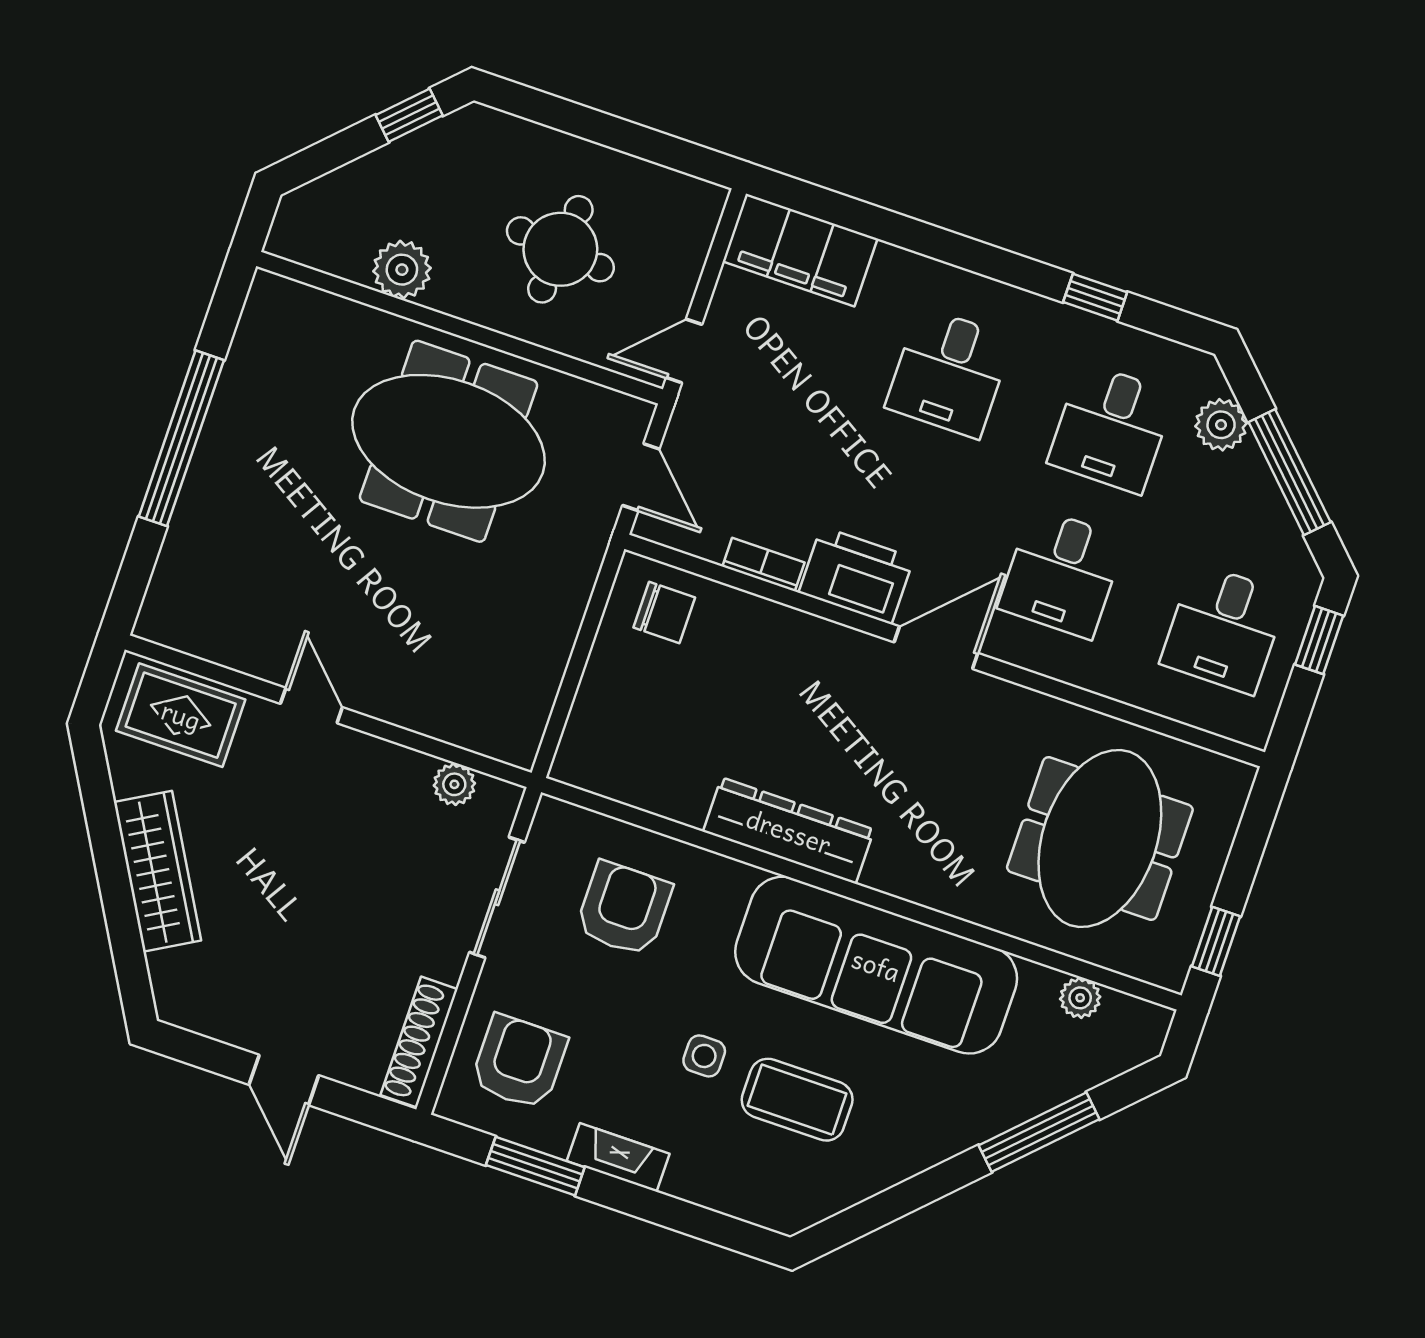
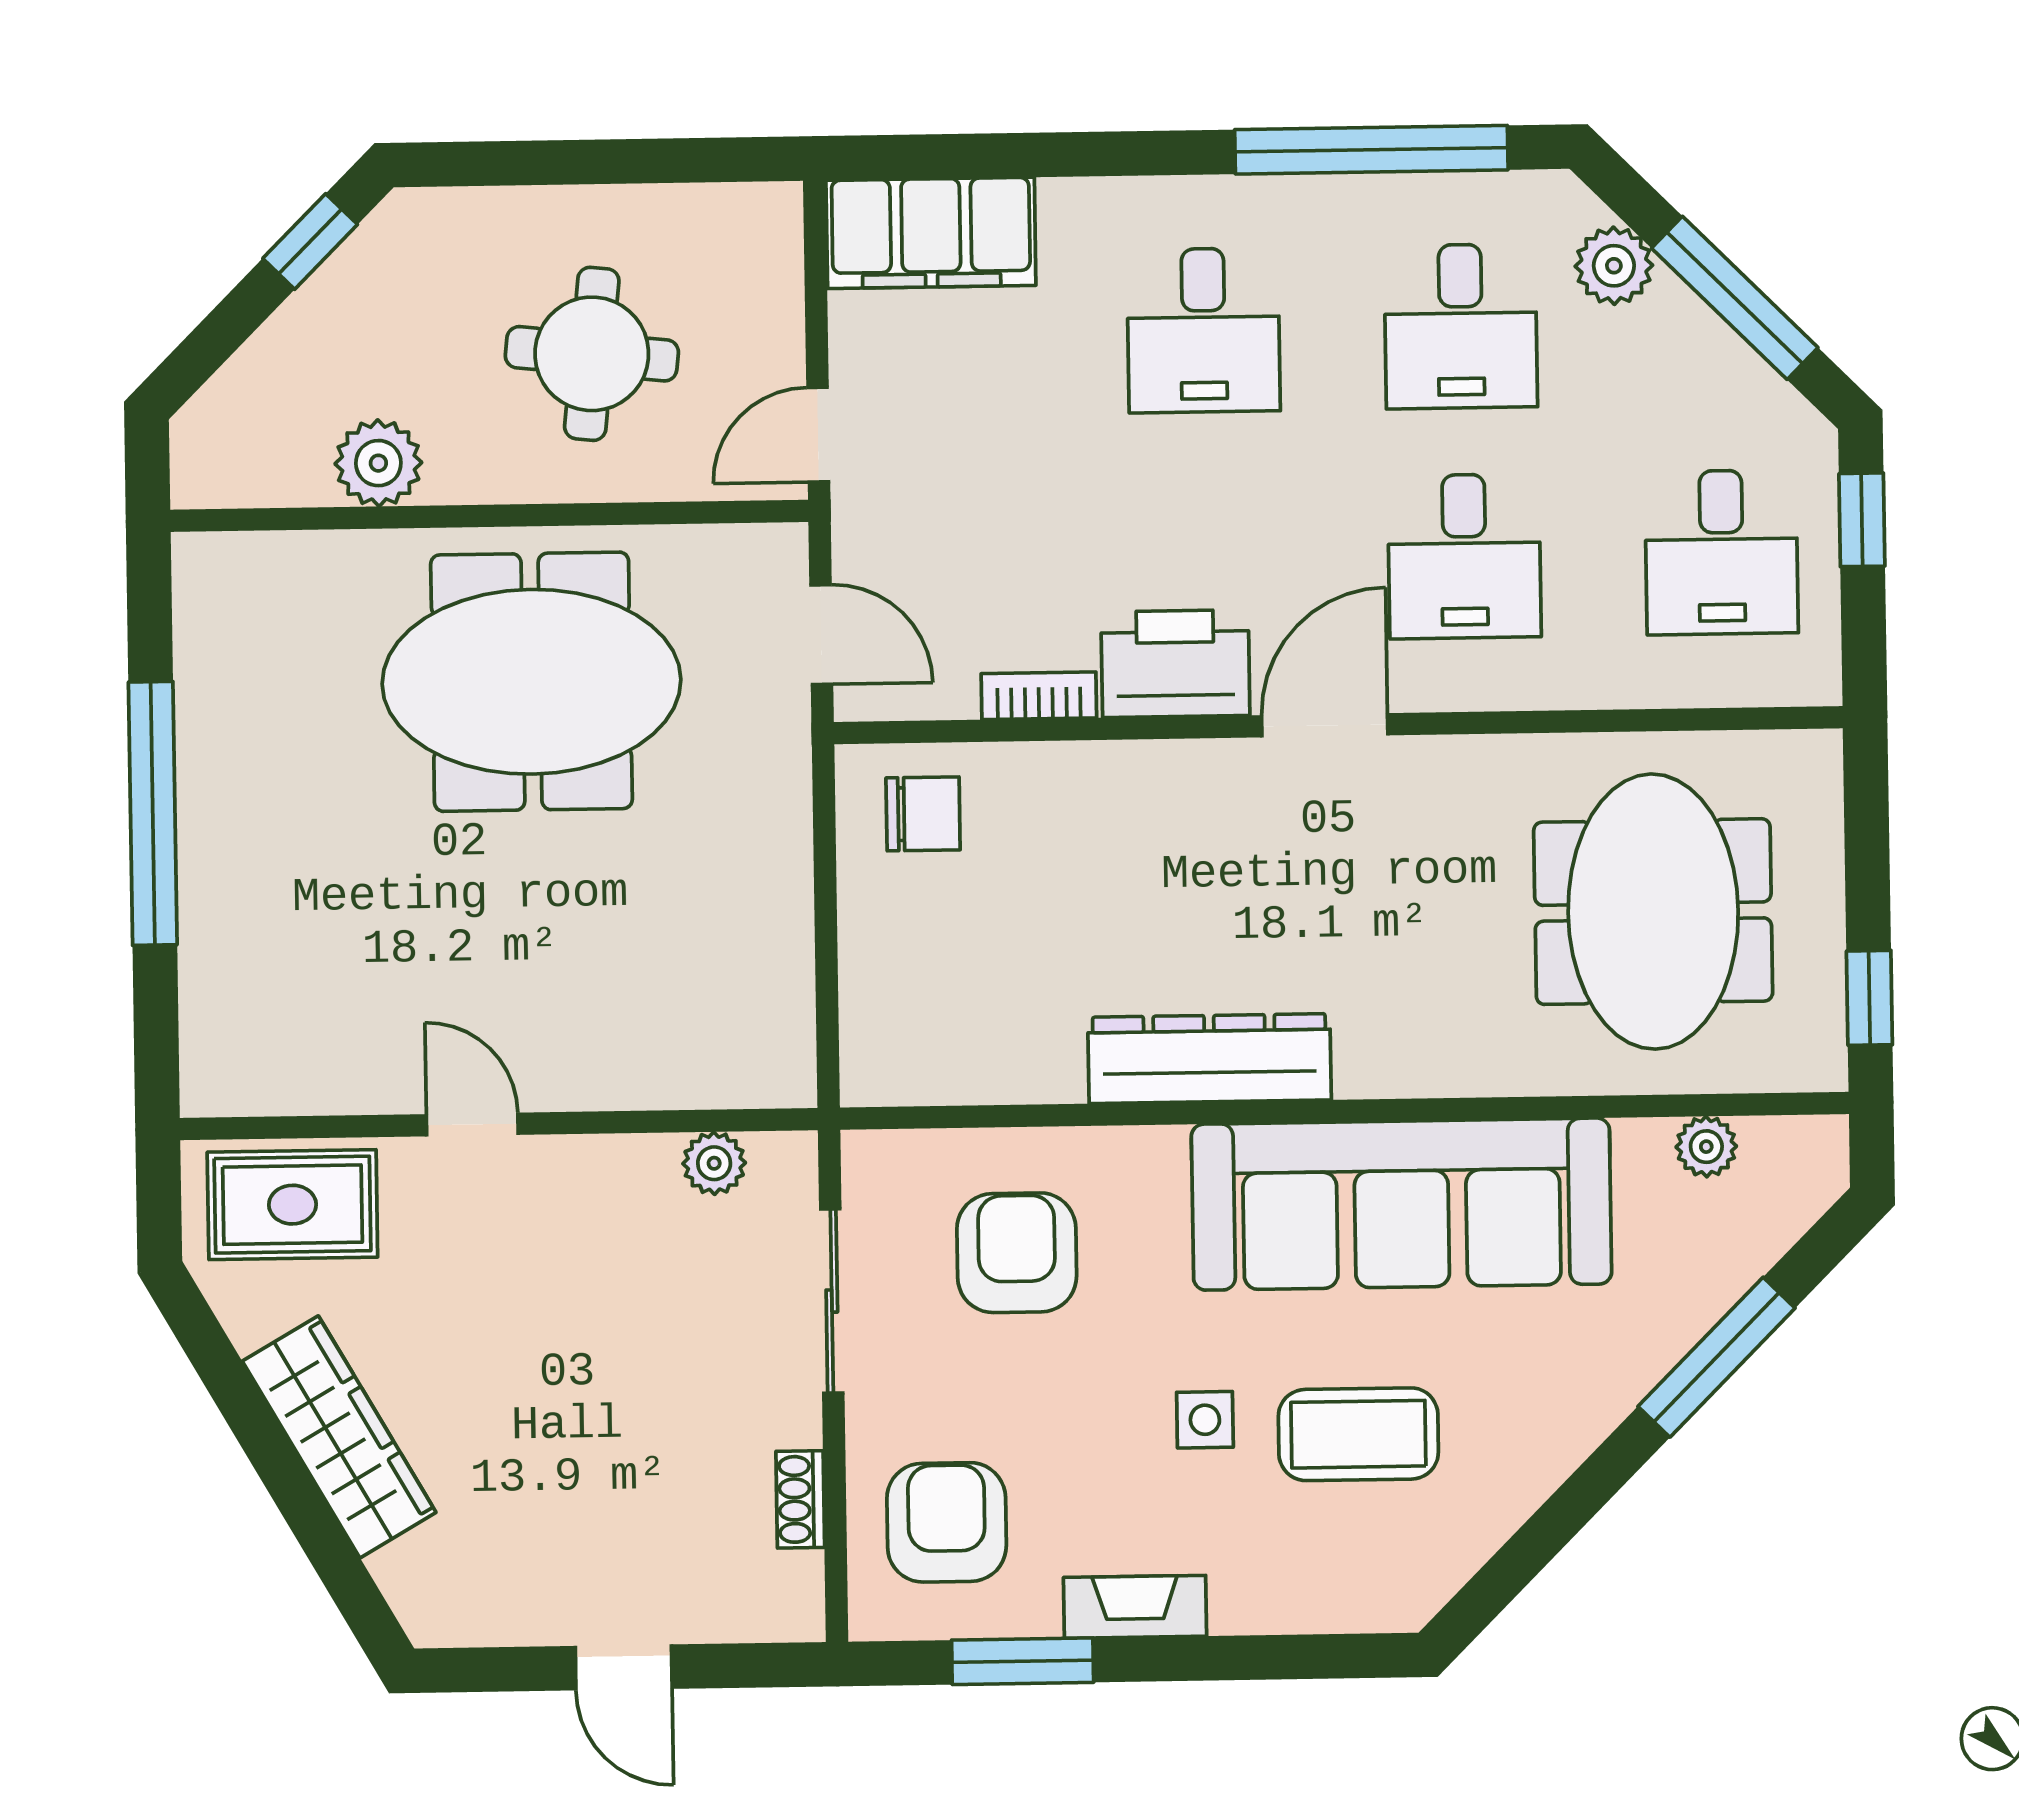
window: (1095, 297) -> (1371, 150), width x3.17
shoe rack: (419, 1042) -> (800, 1499), width x0.51, depth x0.81

